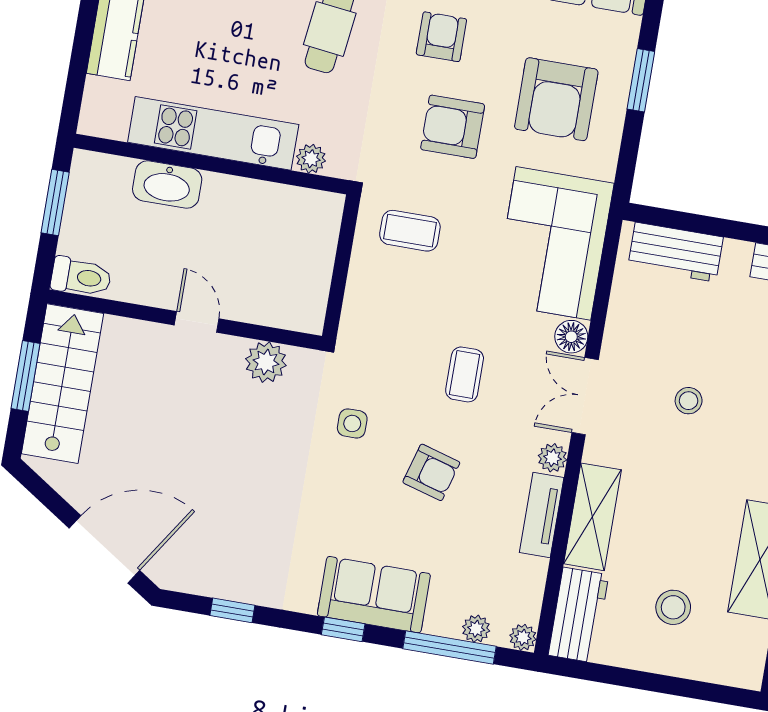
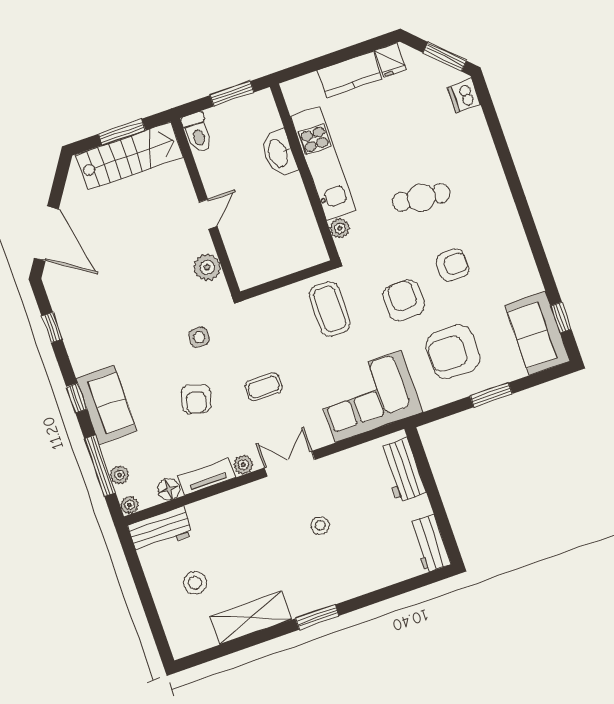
coffee table: (410, 231) -> (330, 309), width x1.36, depth x1.30
floor lamp: (571, 337) -> (169, 489), moved
shelving: (593, 517) -> (222, 507), removed

